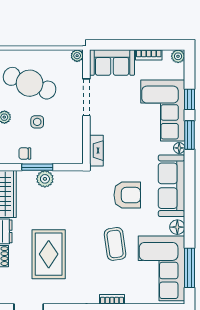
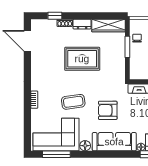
plant: (45, 179) -> (119, 52), removed
armchair: (127, 195) -> (108, 110), turned 90
rug: (49, 254) -> (82, 59), moved

